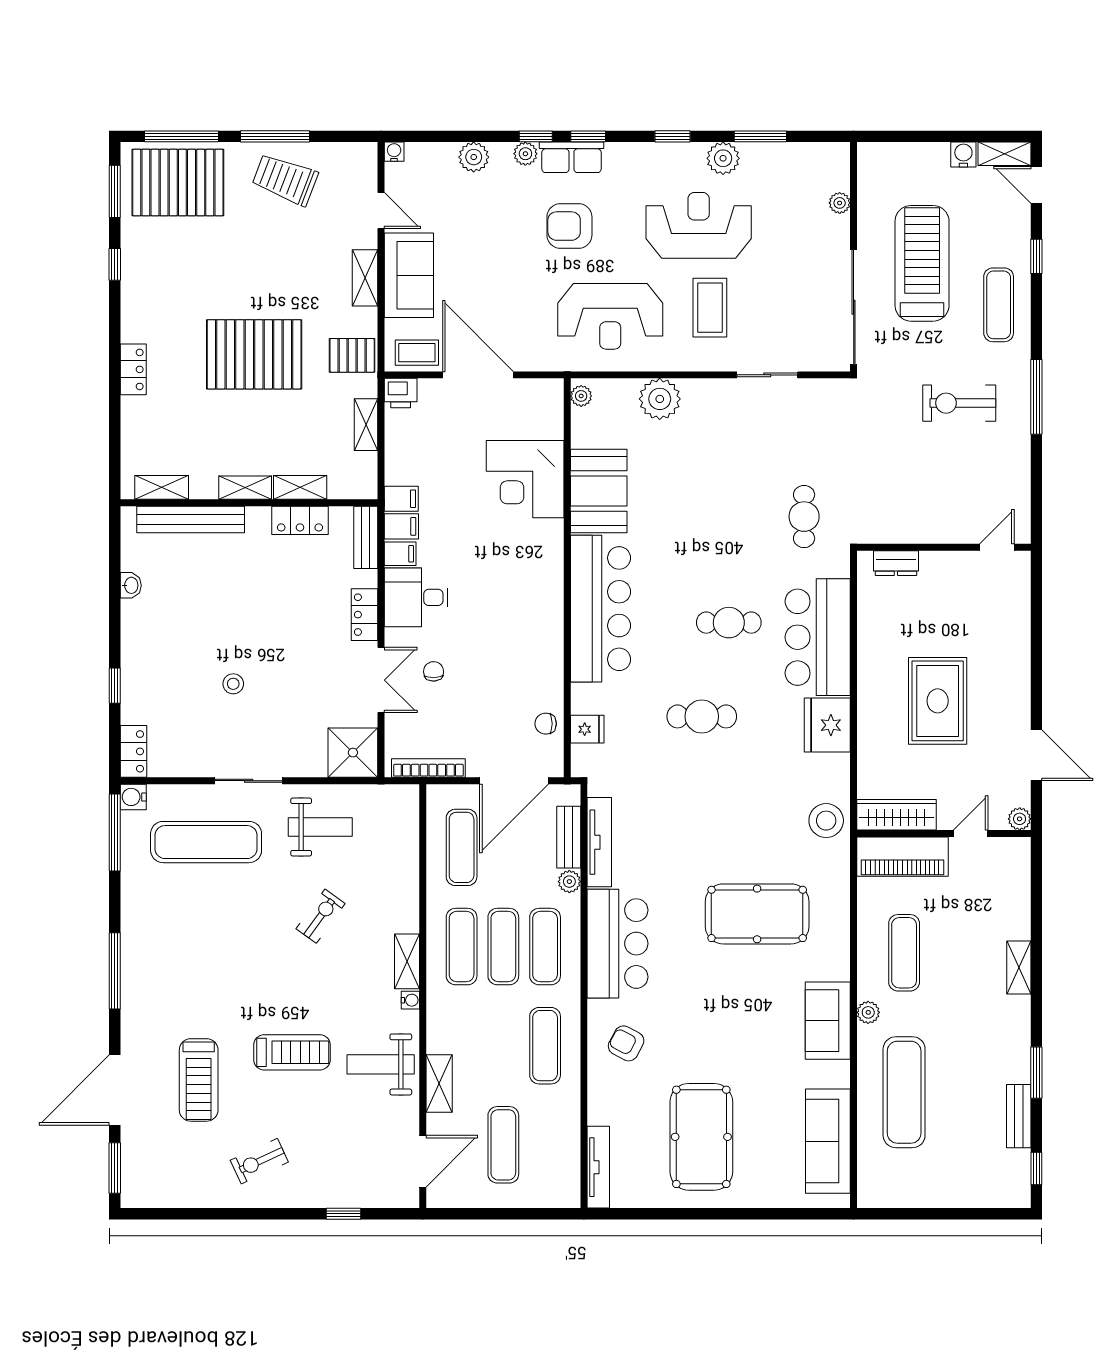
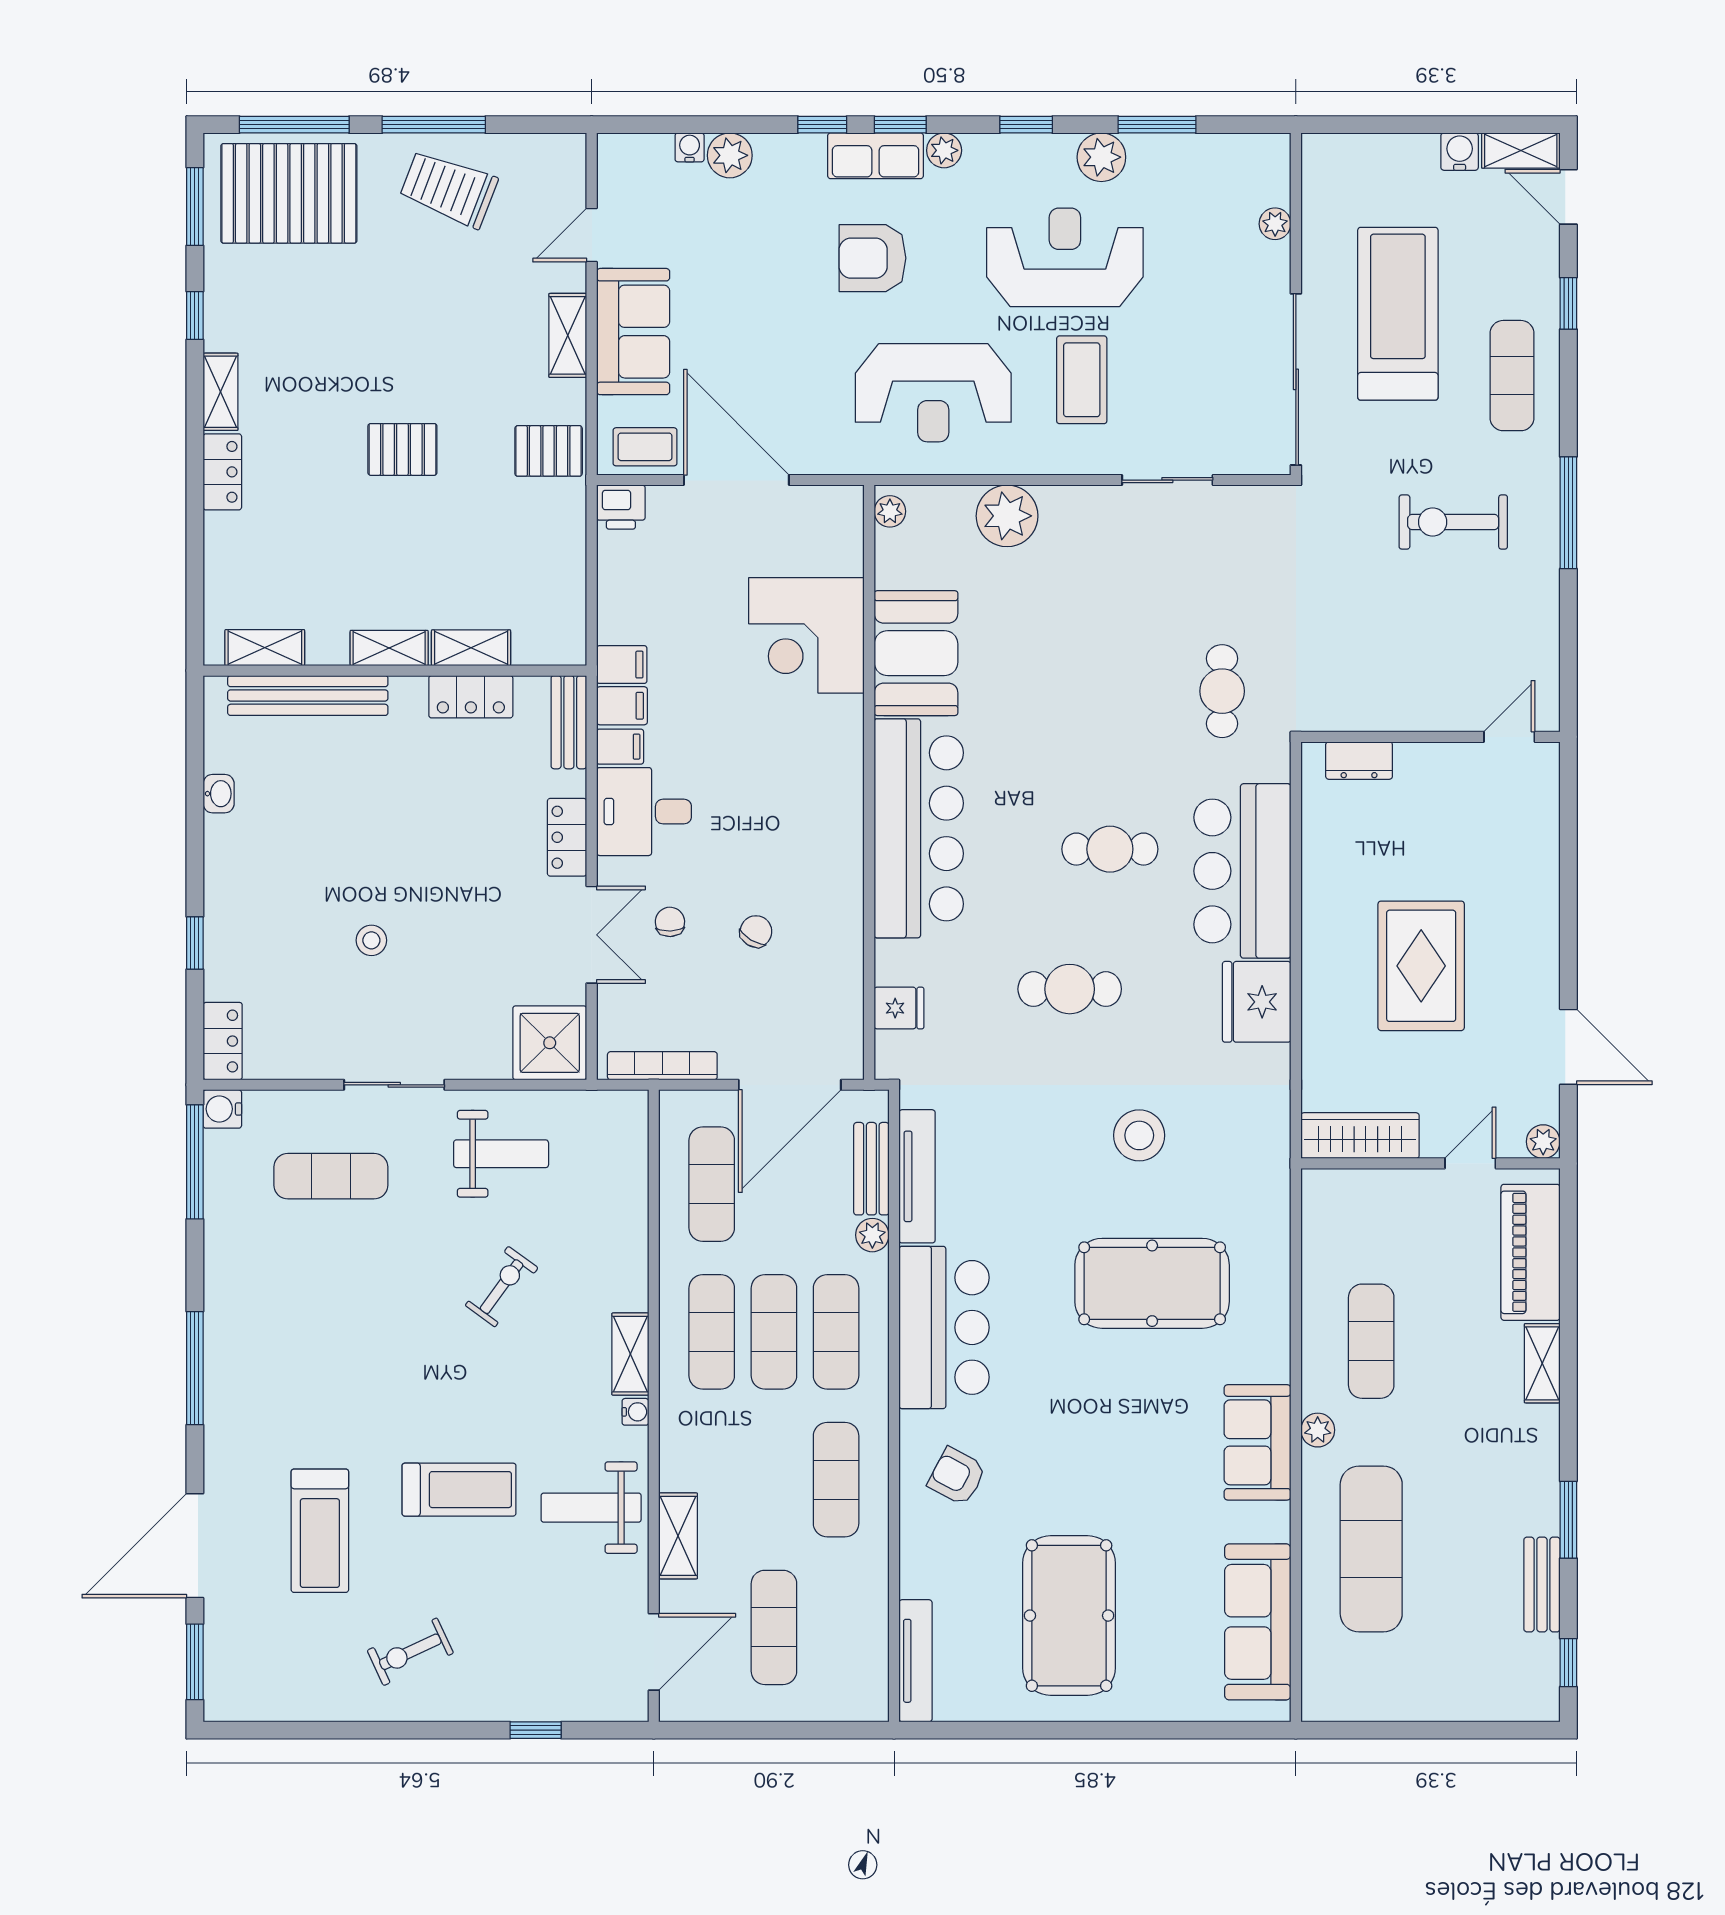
water cooler: (394, 152) -> (690, 147), moved
plant: (525, 154) -> (944, 150), moved
door: (381, 210) -> (592, 235), swing flipped
pallet: (254, 354) -> (402, 449), width x0.49, depth x0.50
shelving: (366, 425) -> (221, 392), moved
chair: (546, 724) -> (756, 931), moved, turned 121
stool: (826, 821) -> (1139, 1135), moved
exercise mat: (206, 842) -> (331, 1176), width x0.73, depth x0.69
piano: (902, 857) -> (1531, 1252), moved, turned 90

